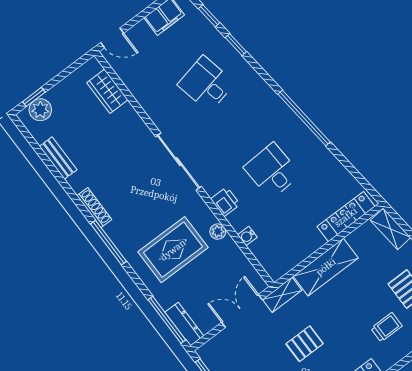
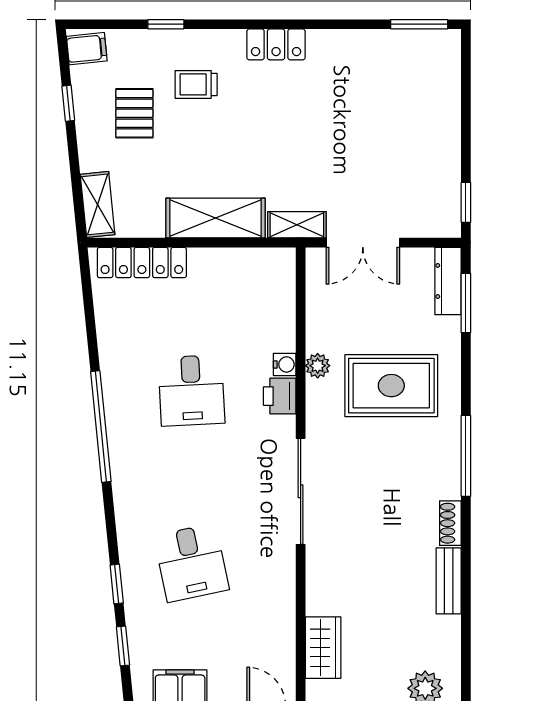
bench: (58, 158) -> (449, 581), moved
shoe rack: (94, 208) -> (450, 523), width x0.70
water cooler: (247, 236) -> (285, 364), moved
window: (167, 320) -> (466, 303), width x0.69
pallet: (305, 344) -> (315, 142), removed

